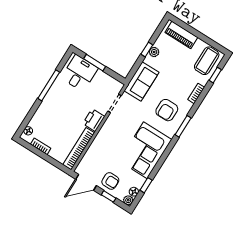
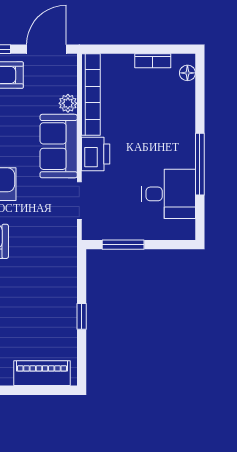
plant: (154, 52) -> (68, 103), moved
window: (95, 63) -> (123, 245), moved
desk: (79, 73) -> (169, 194), moved, turned -90
sofa: (142, 81) -> (59, 146), moved

